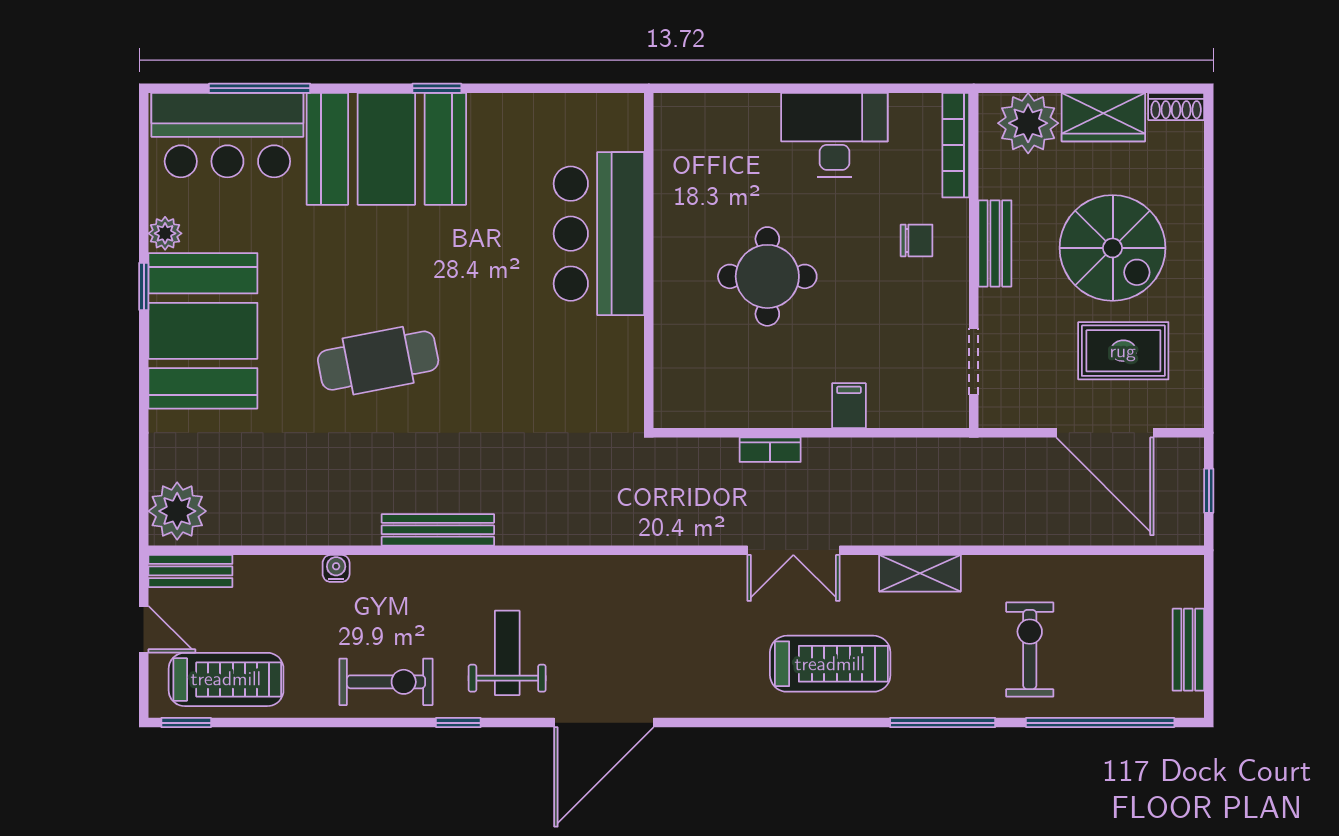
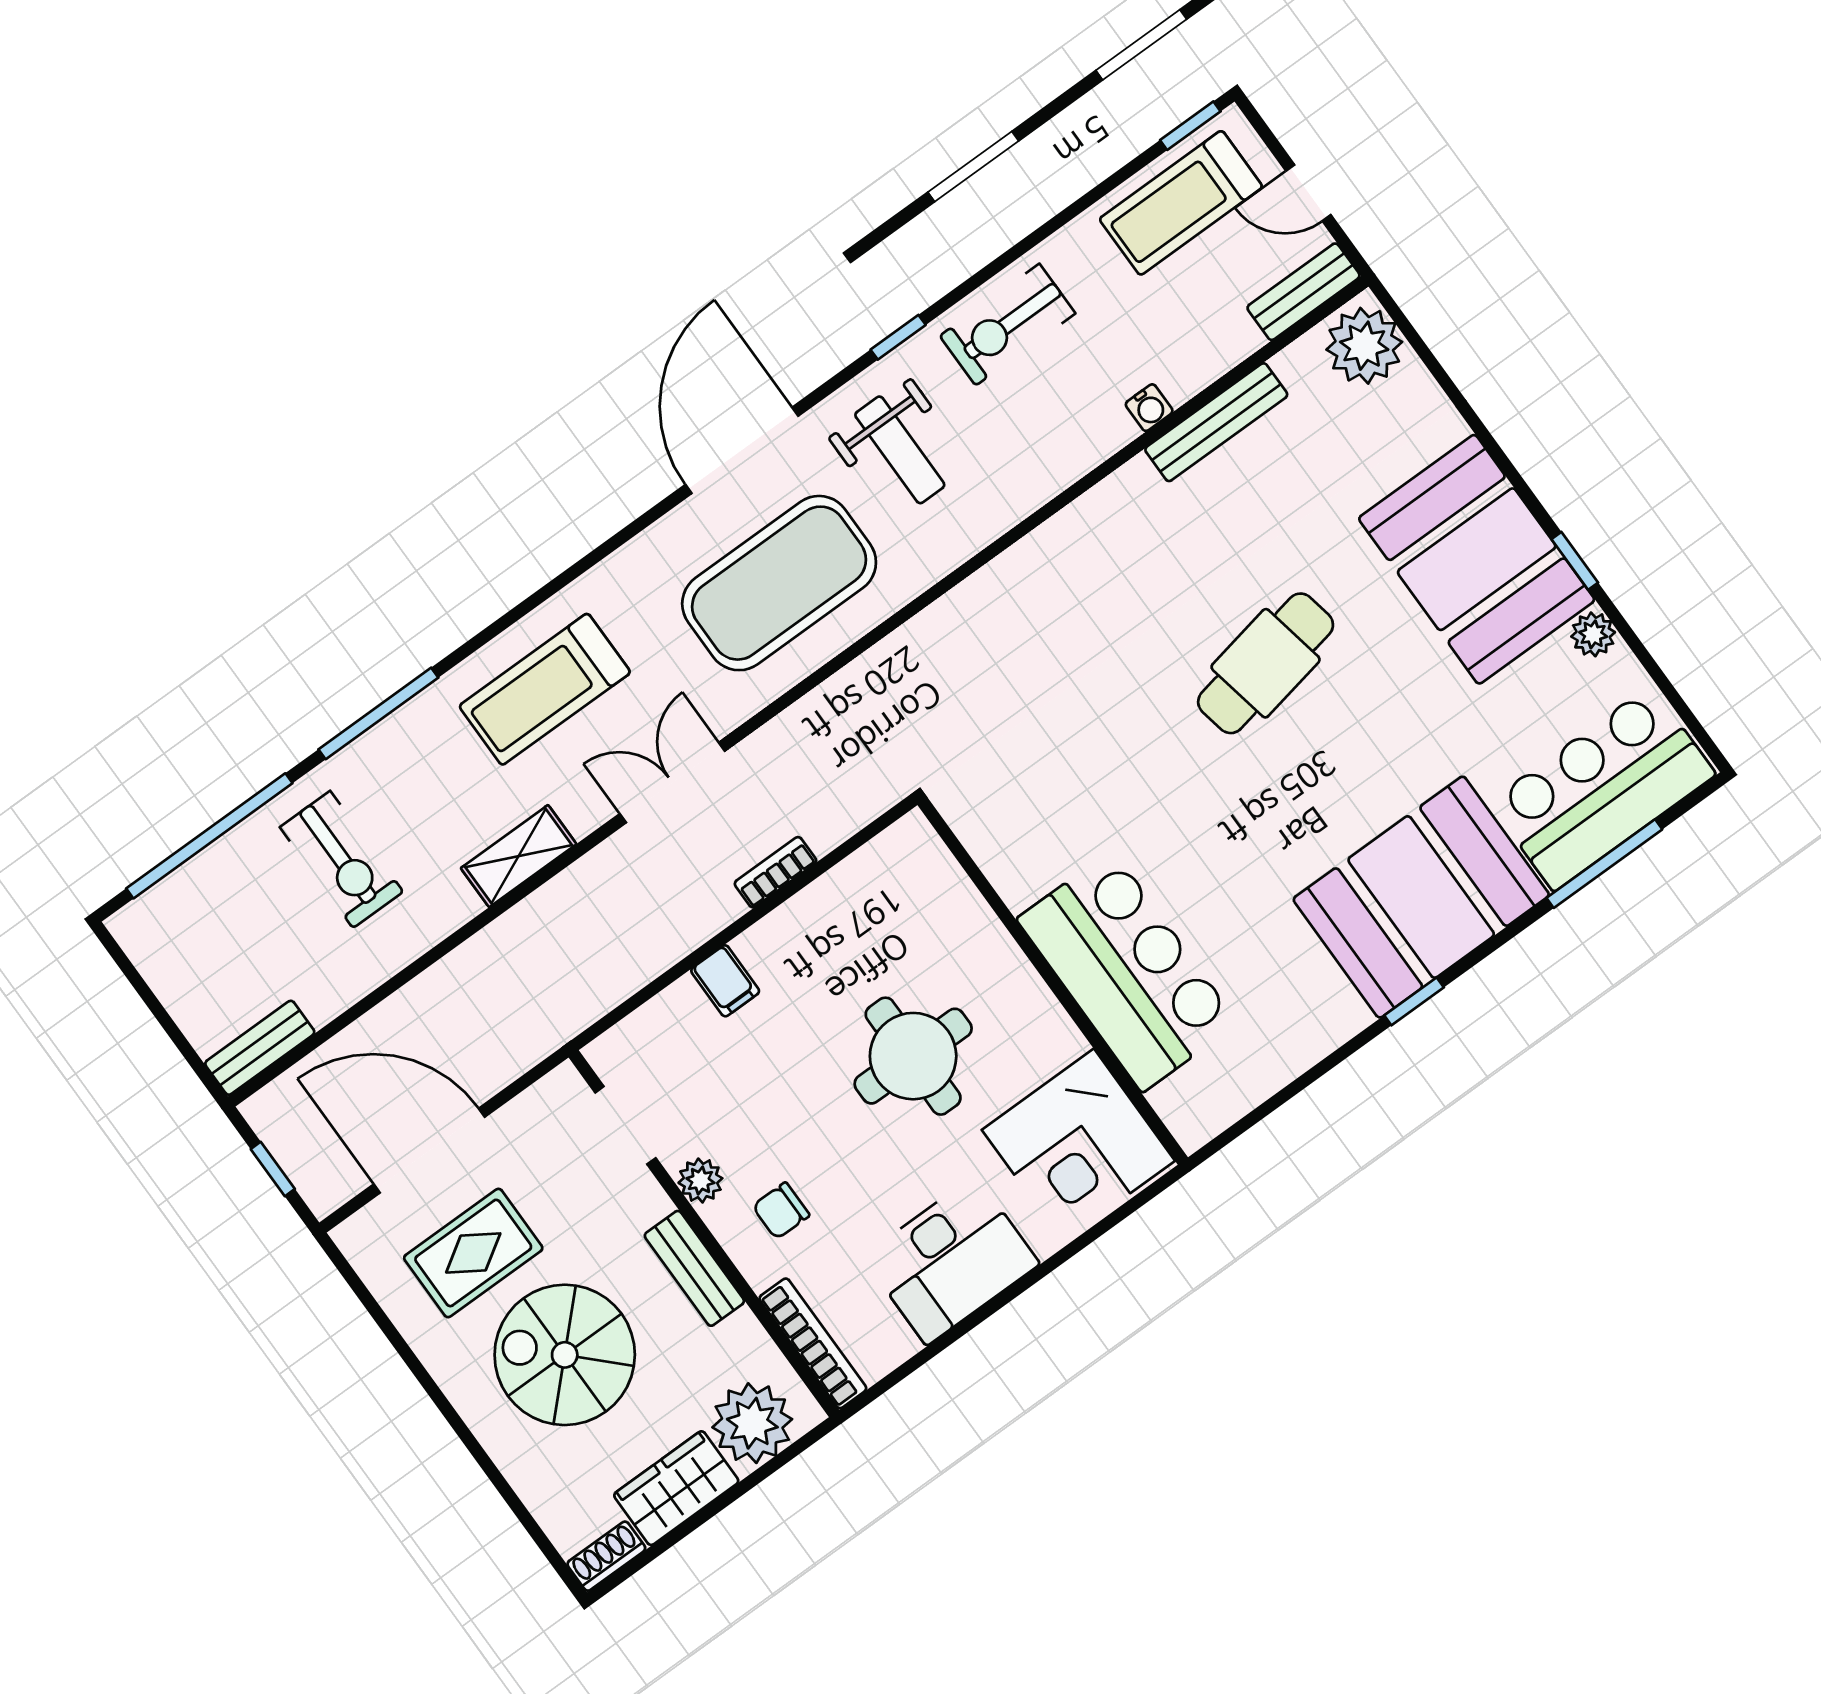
corner desk: (706, 149) -> (1078, 1145), added
plant: (952, 294) -> (700, 1181), added
bench: (438, 530) -> (1216, 422), moved
exercise mat: (640, 625) -> (779, 583), added
bench: (1188, 650) -> (260, 1048), moved, turned 90

